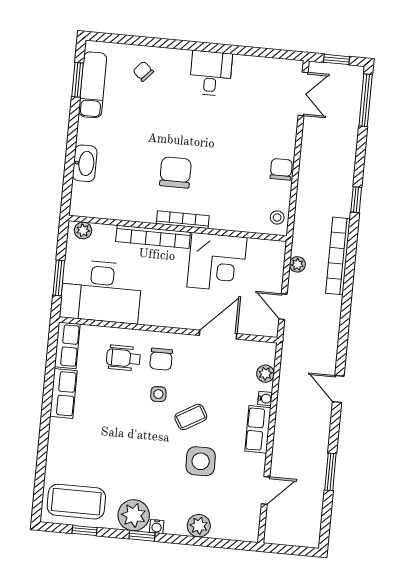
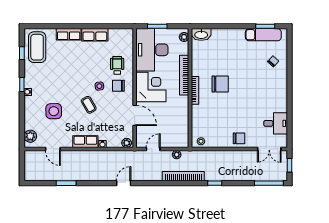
desk: (211, 73) -> (276, 123), moved
washbasin: (85, 163) -> (201, 34), moved
chair: (281, 169) -> (239, 138), moved
corner desk: (217, 262) -> (151, 87), moved, turned 180
row of seats: (67, 345) -> (69, 34), moved
plant: (265, 374) -> (127, 143), moved
door: (338, 389) -> (124, 183), moved
side table: (201, 461) -> (54, 111), moved
plant: (134, 515) -> (33, 79), removed
plant: (199, 526) -> (30, 136), moved

